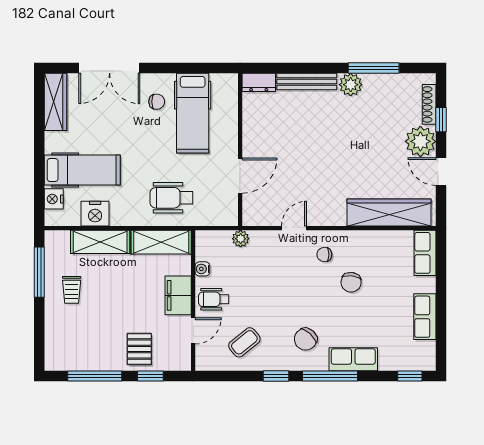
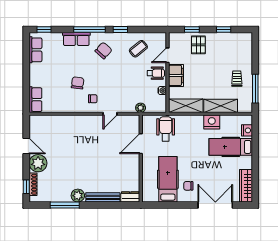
window: (441, 120) -> (26, 187), moved
wheelchair: (171, 198) -> (166, 129), moved, turned -90
wardrobe: (389, 212) -> (56, 123), removed
nightstand: (95, 214) -> (212, 122), moved
row of seats: (425, 317) -> (35, 50), moved
window: (95, 376) -> (224, 30), width x0.46

